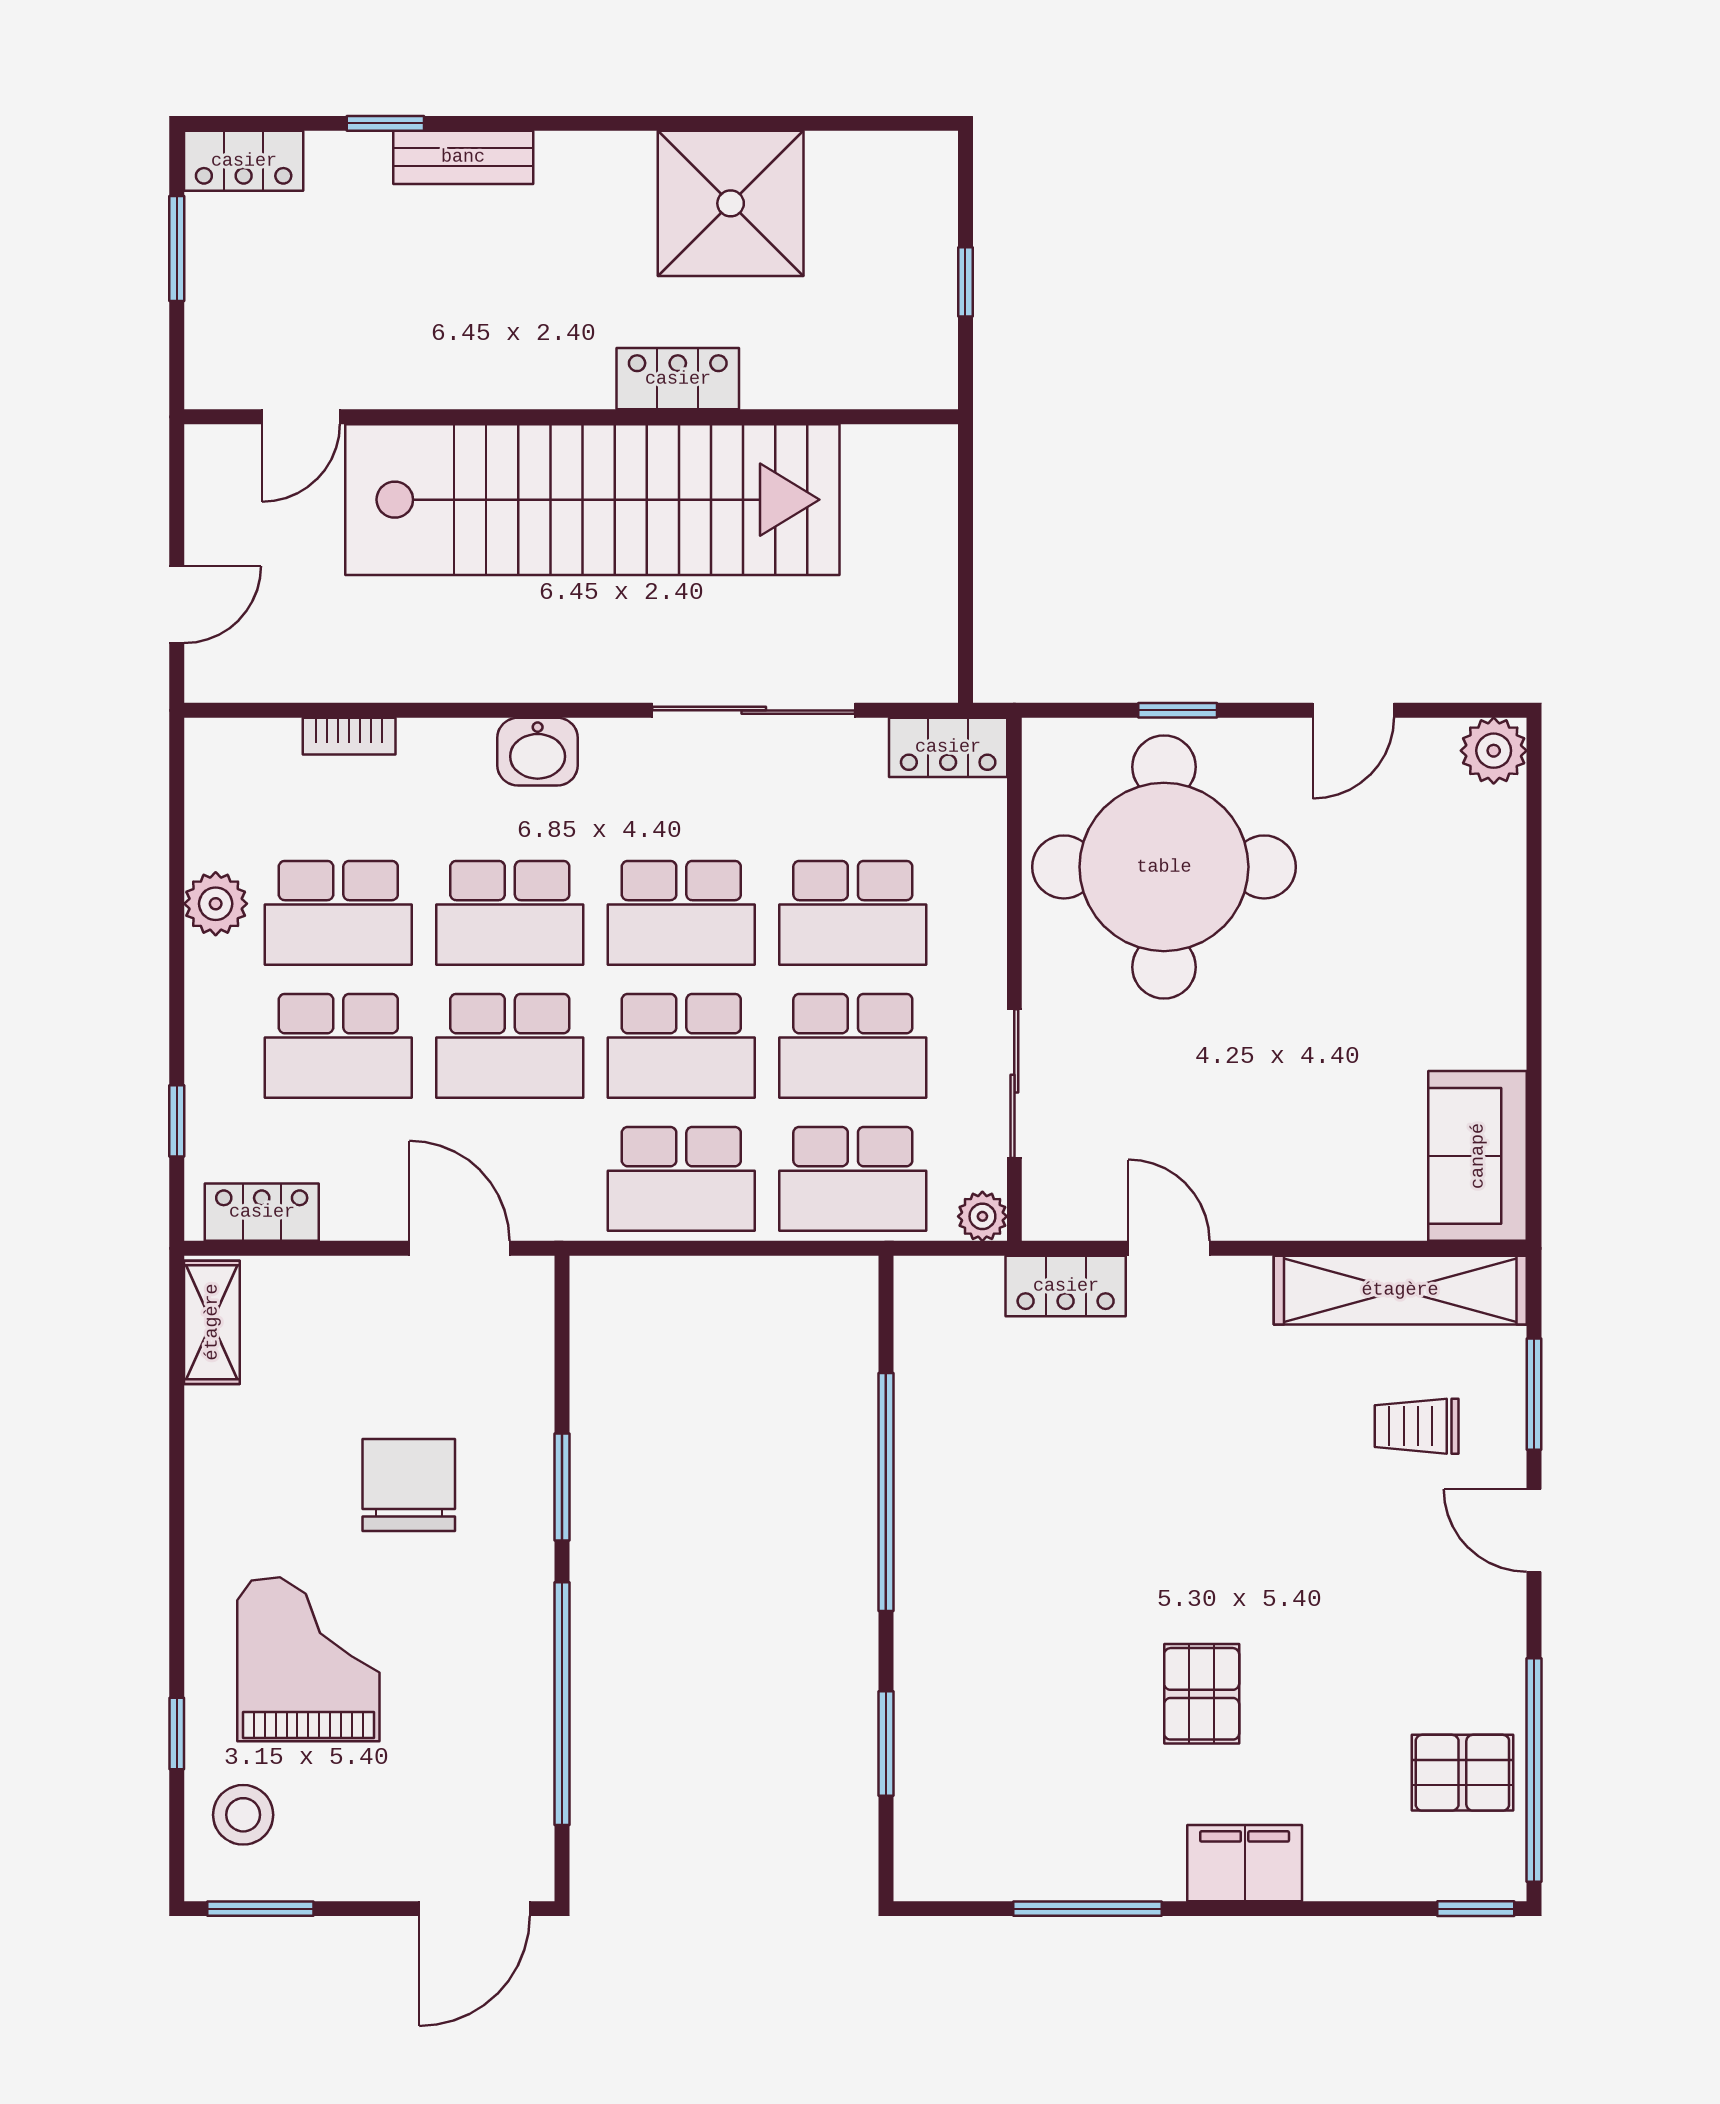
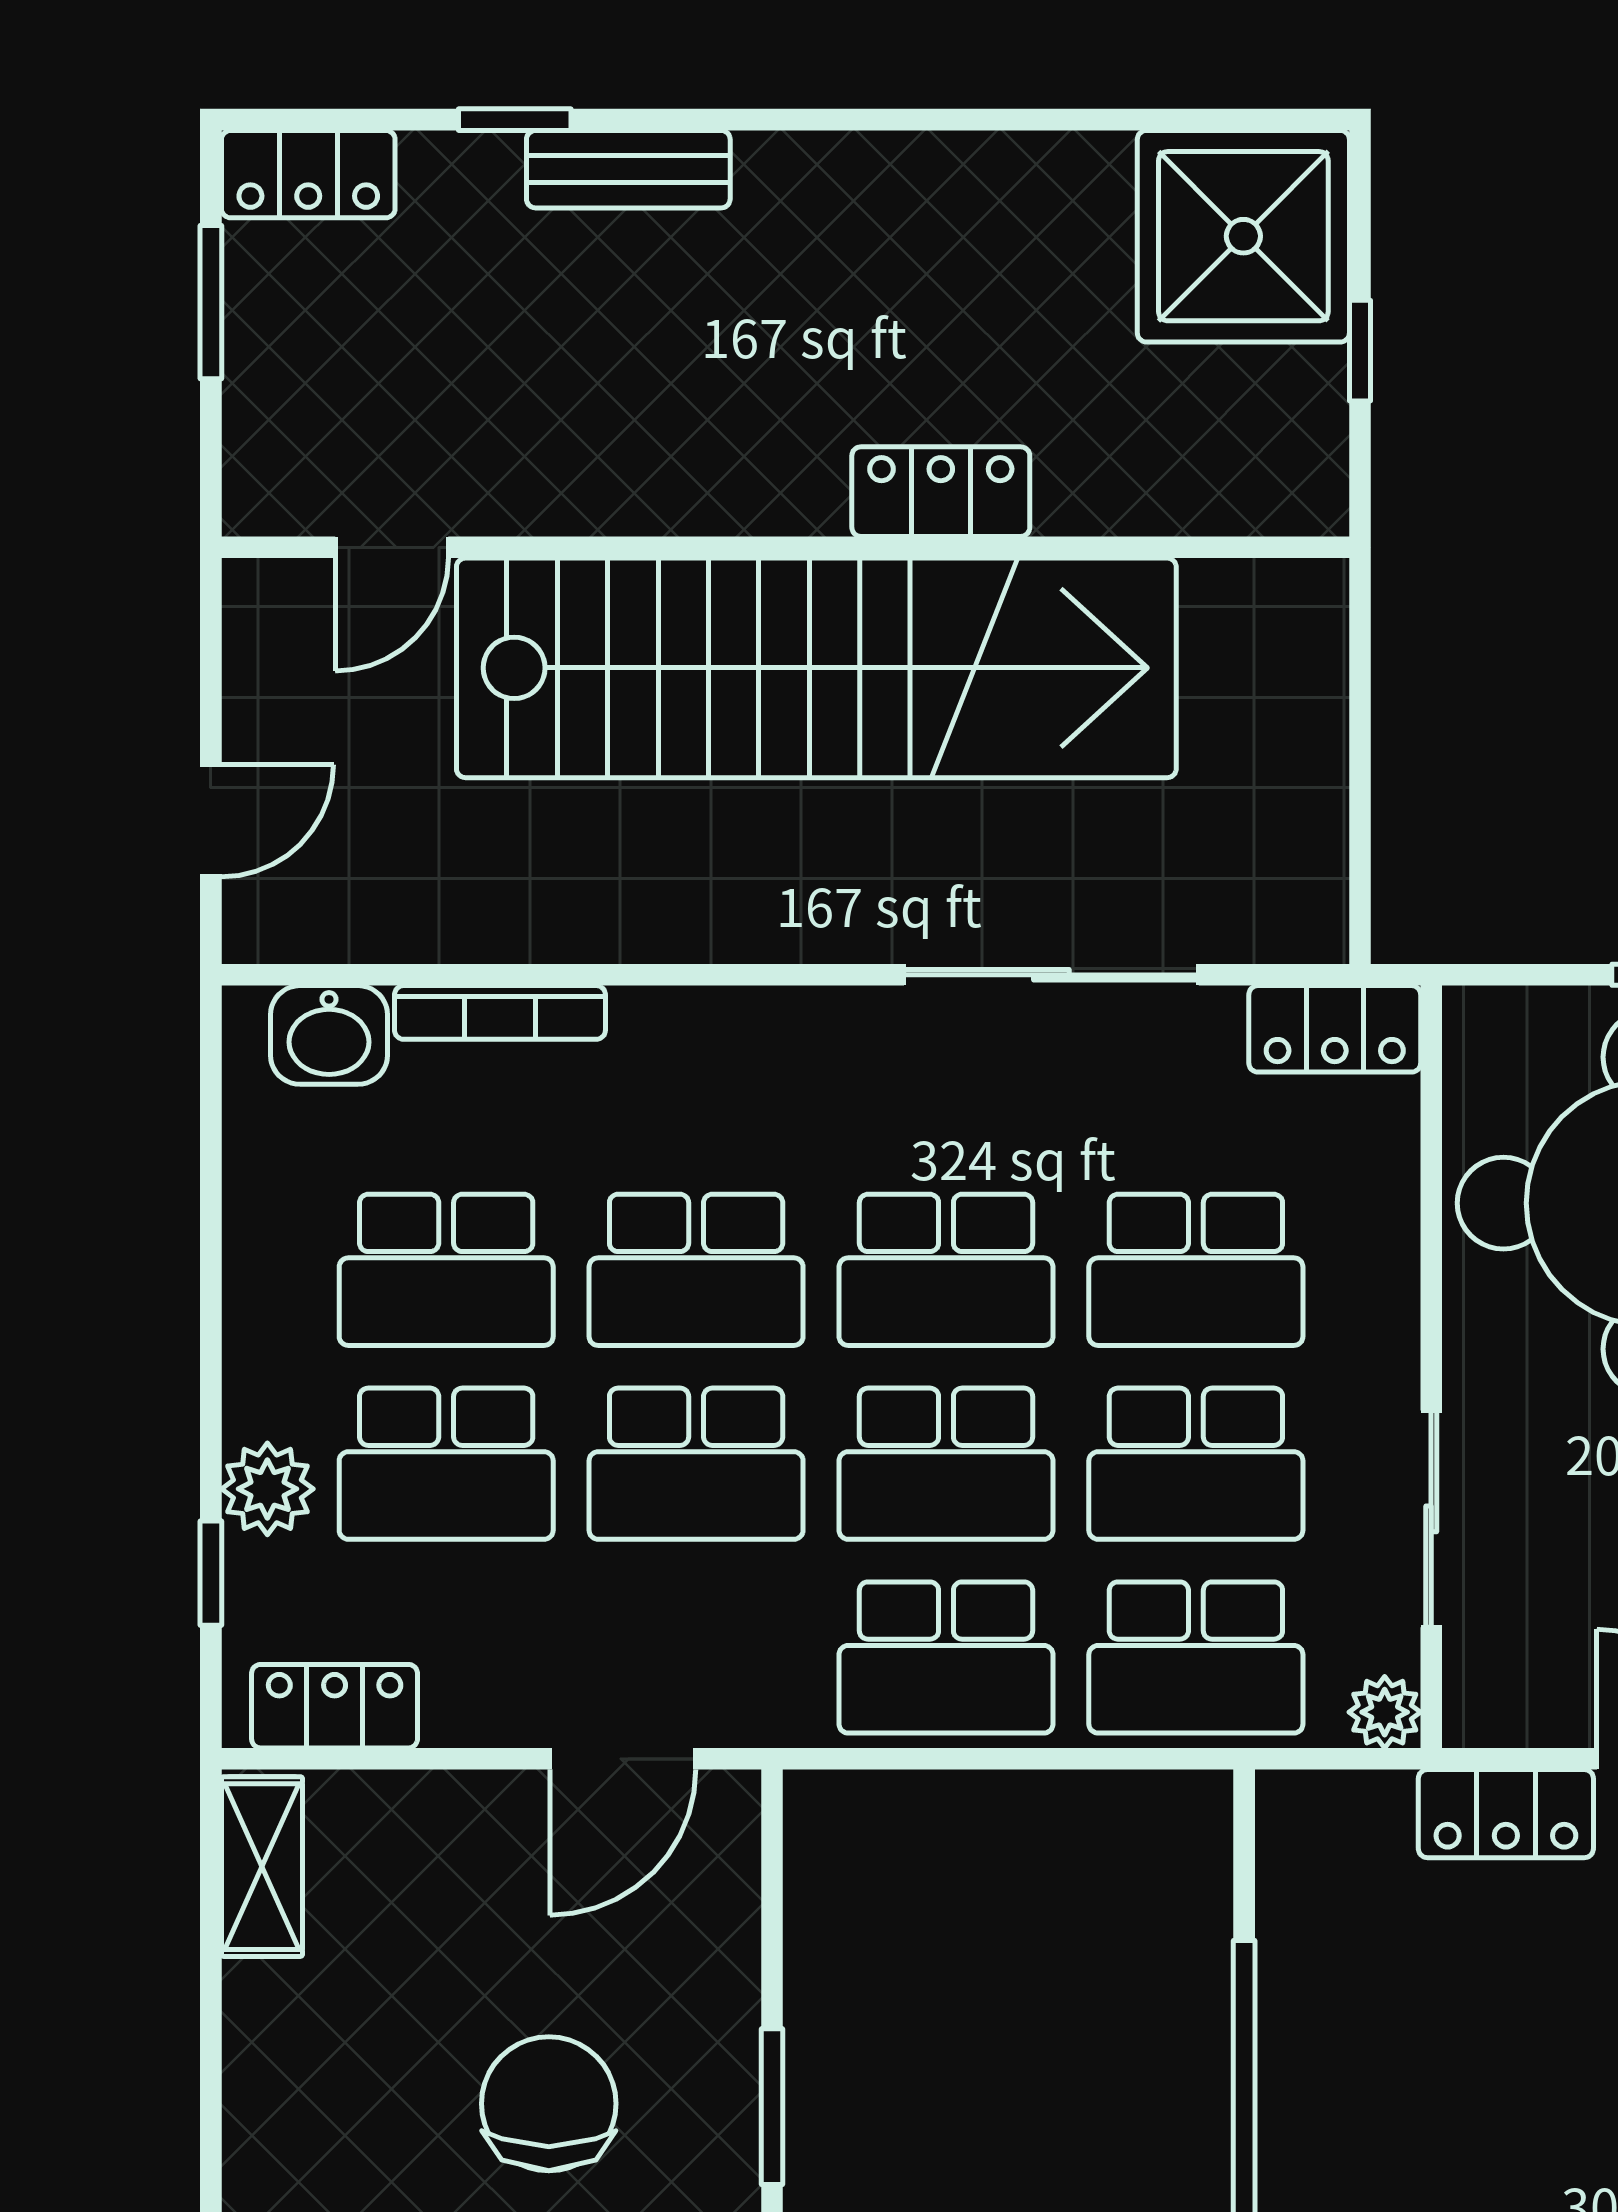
shower: (731, 203) -> (1243, 236), moved
bookcase: (349, 736) -> (500, 1012), width x1.56
washbasin: (538, 752) -> (329, 1035), moved
plant: (216, 904) -> (267, 1489), moved
door: (460, 1248) -> (623, 1759), swing flipped

